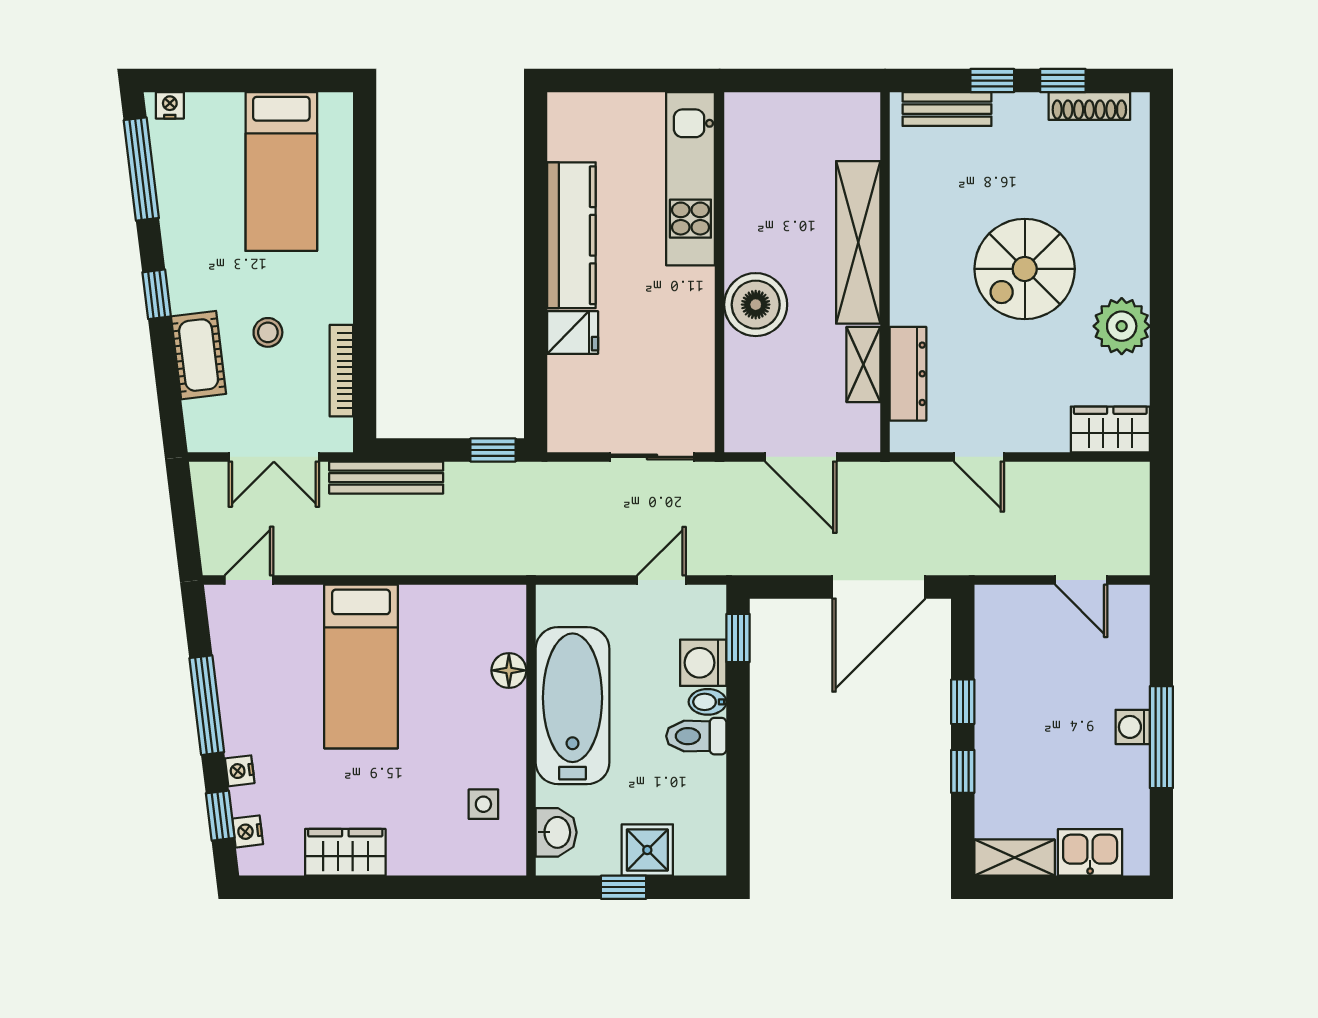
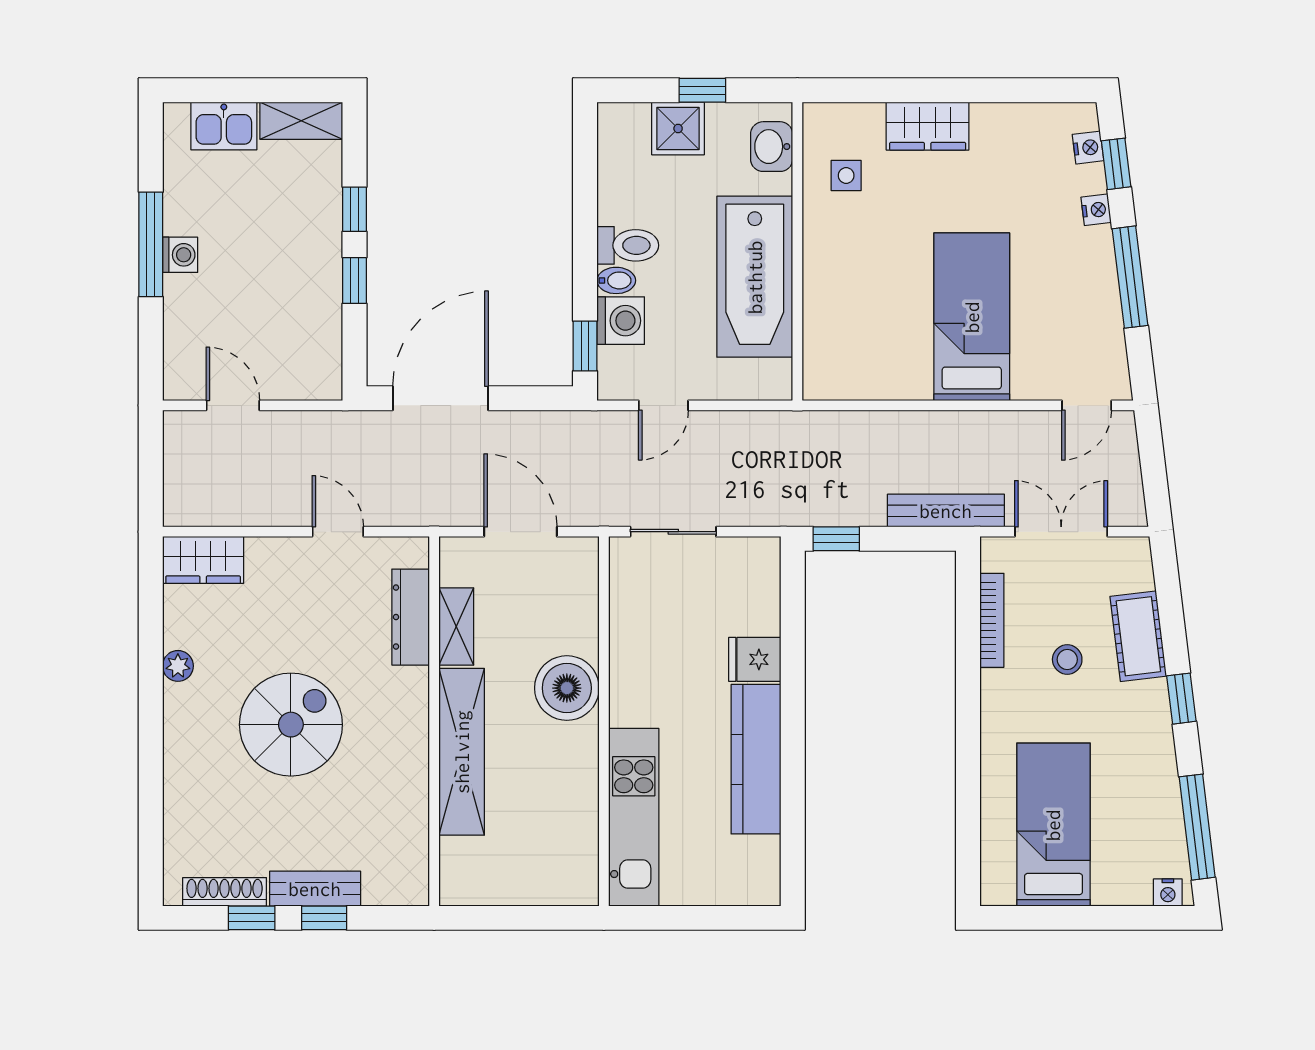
bench: (947, 109) -> (315, 889), moved
plant: (1122, 326) -> (178, 666), width x0.53, depth x0.53
floor lamp: (509, 670) -> (820, 313), removed
wardrobe: (345, 852) -> (928, 126), moved

